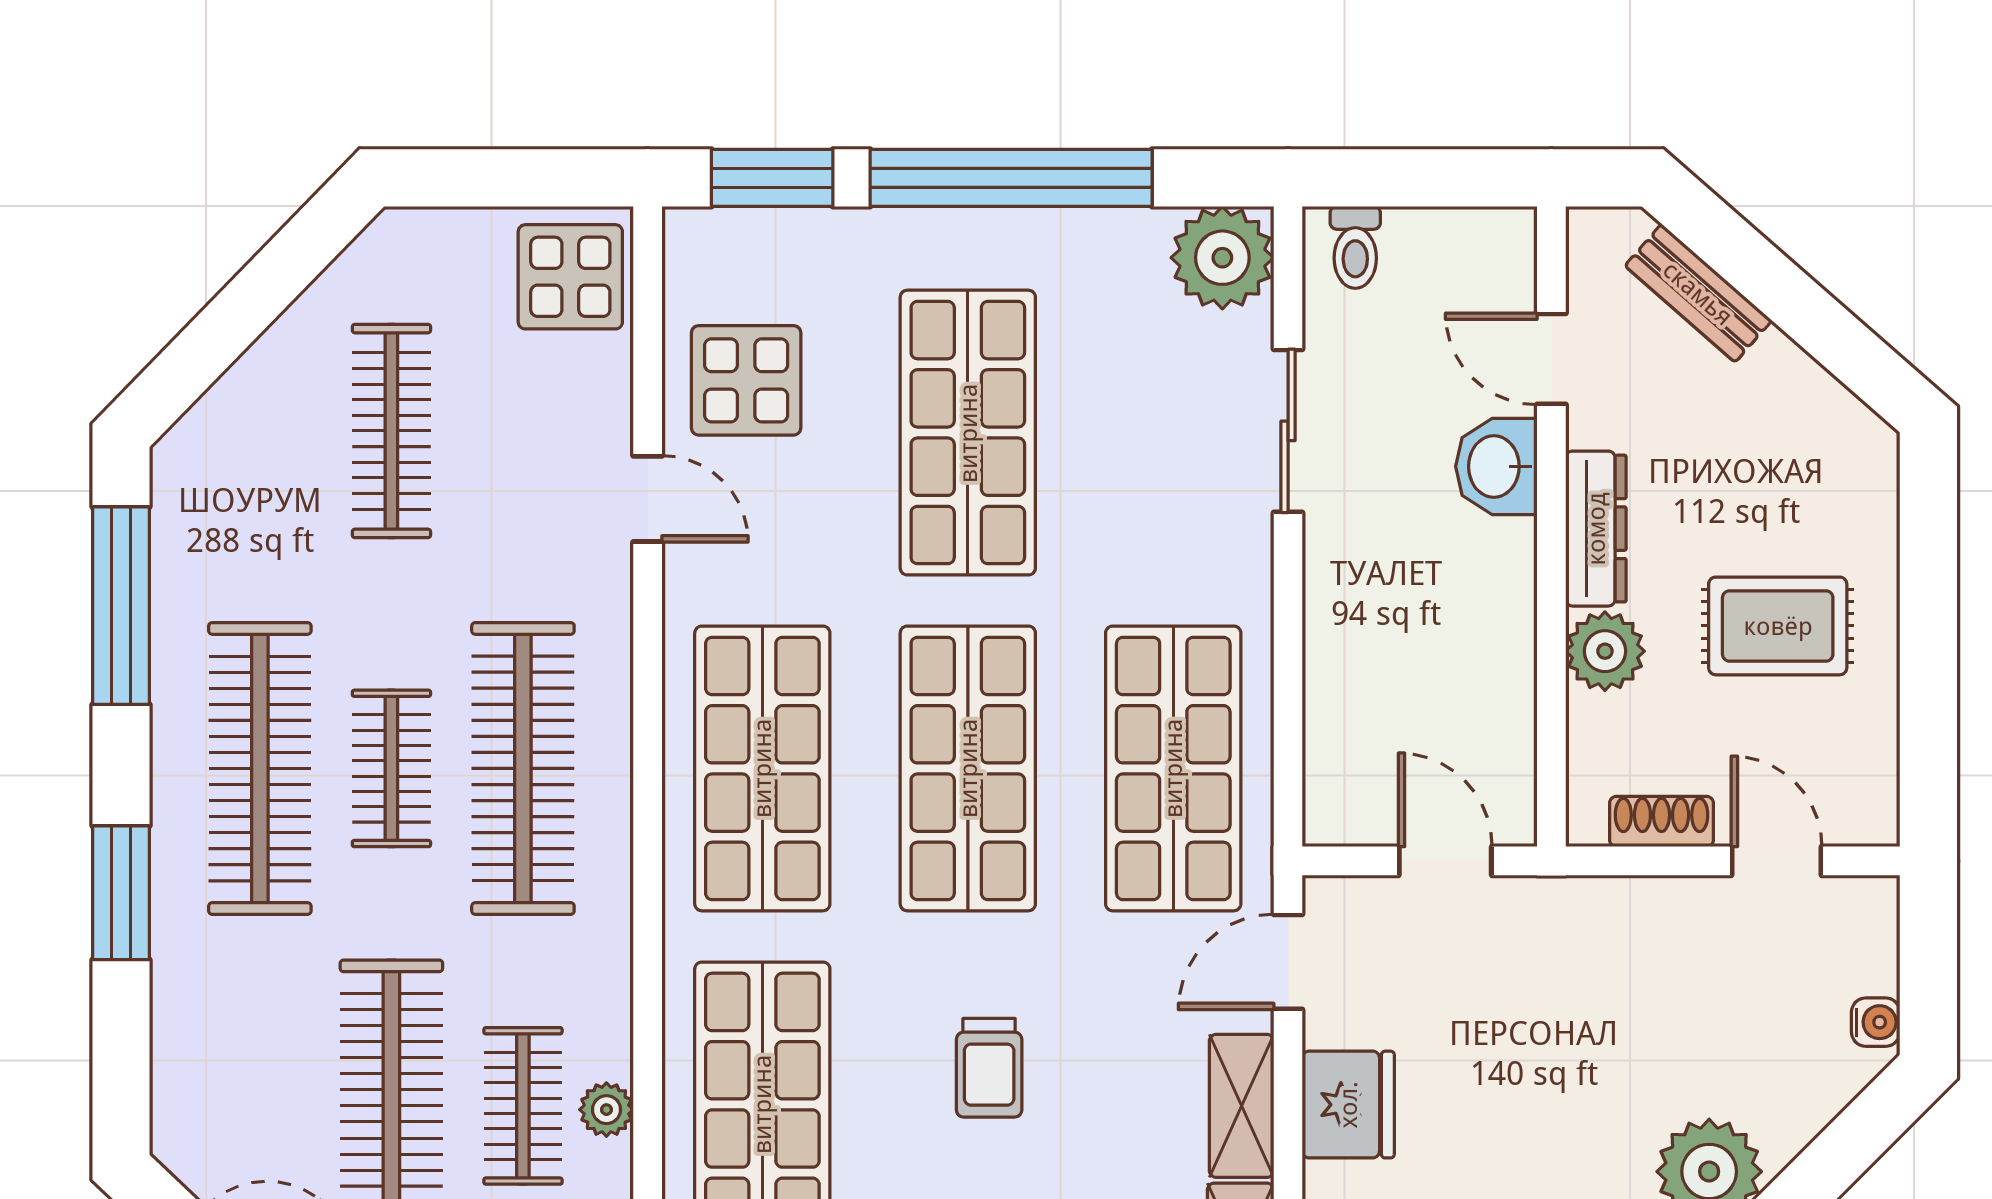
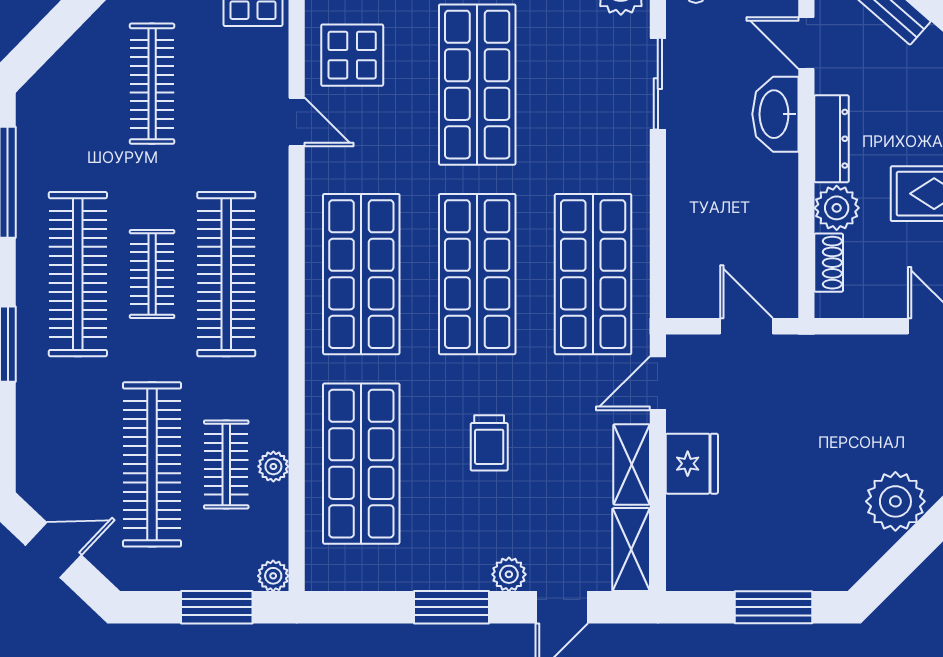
washbasin: (1496, 466) -> (775, 114), width x1.38
shoe rack: (1662, 822) -> (829, 263), moved, turned 90

